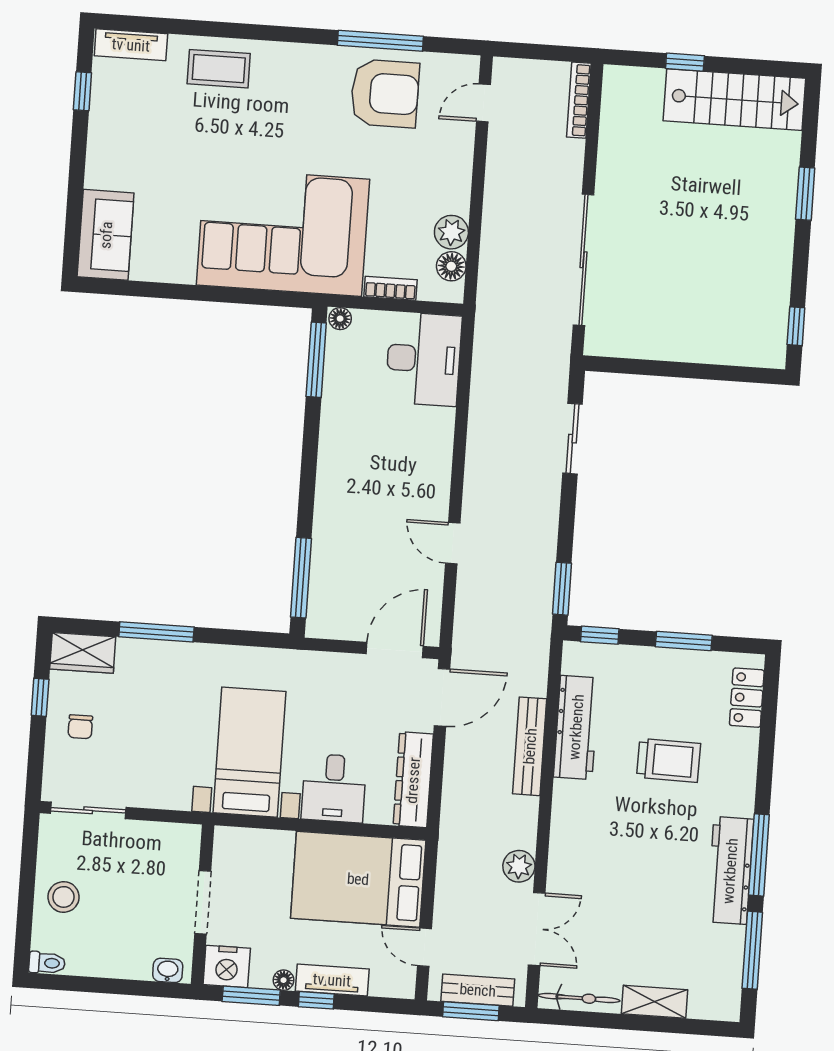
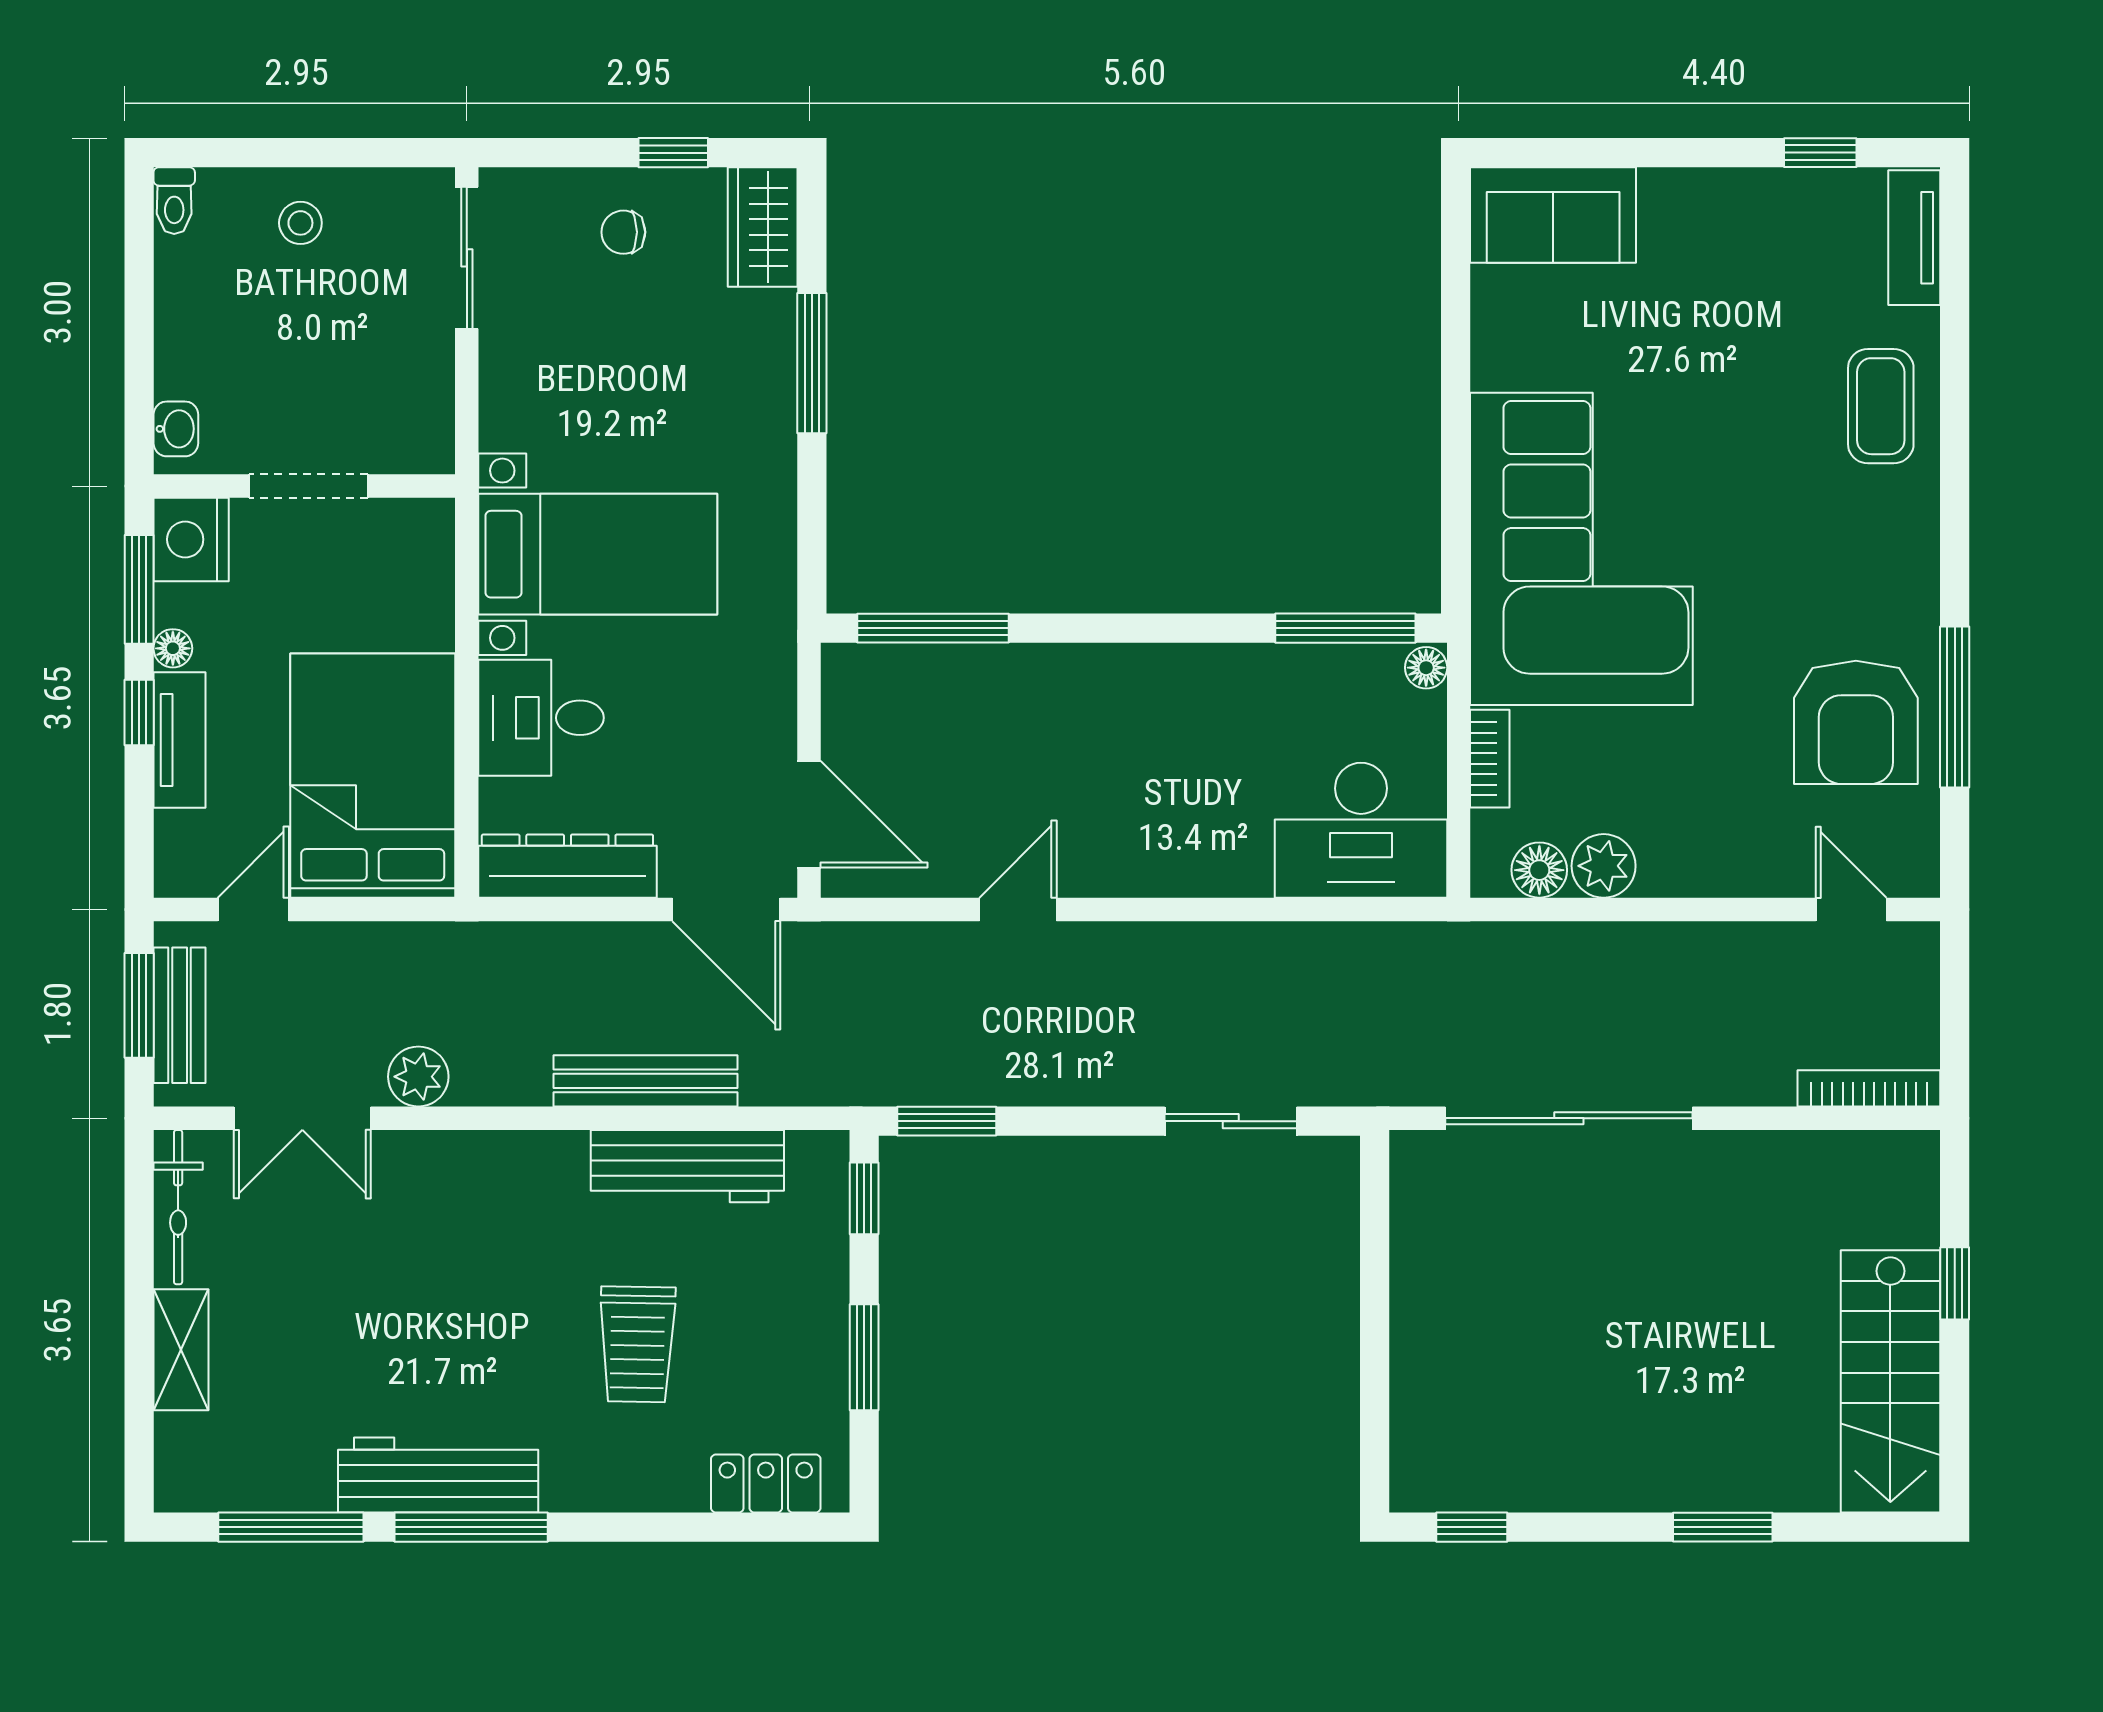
stool: (63, 897) -> (300, 223), width x0.73, depth x0.73

